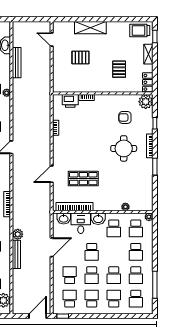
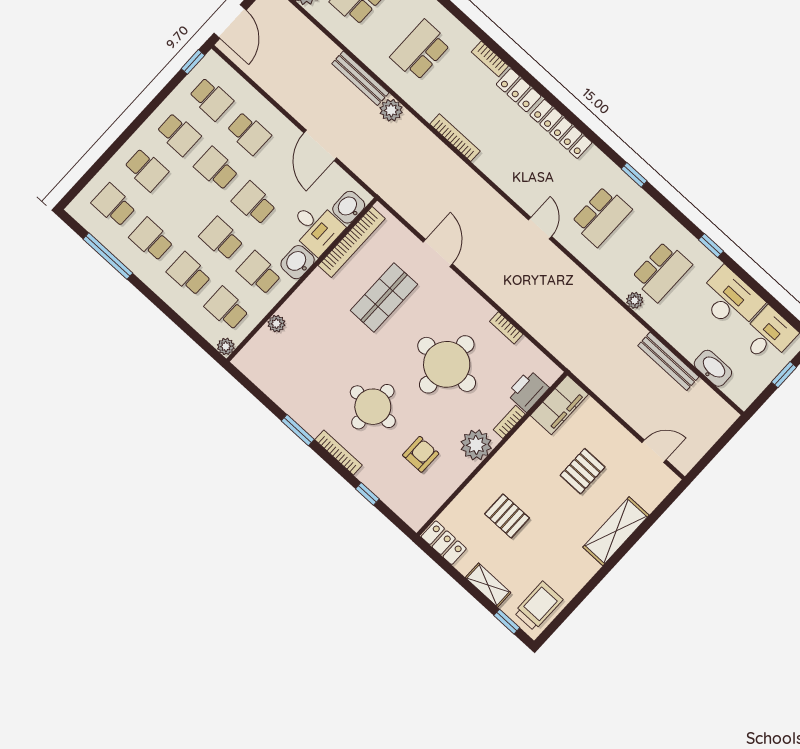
filing cabinet: (65, 86) -> (559, 405), added
plant: (146, 102) -> (476, 445), moved
round table: (86, 137) -> (447, 364), added
school desk: (114, 275) -> (221, 239), moved

